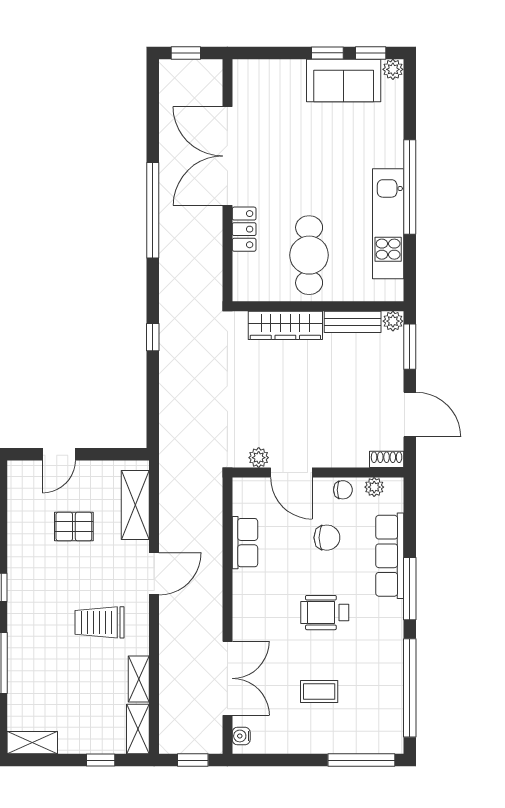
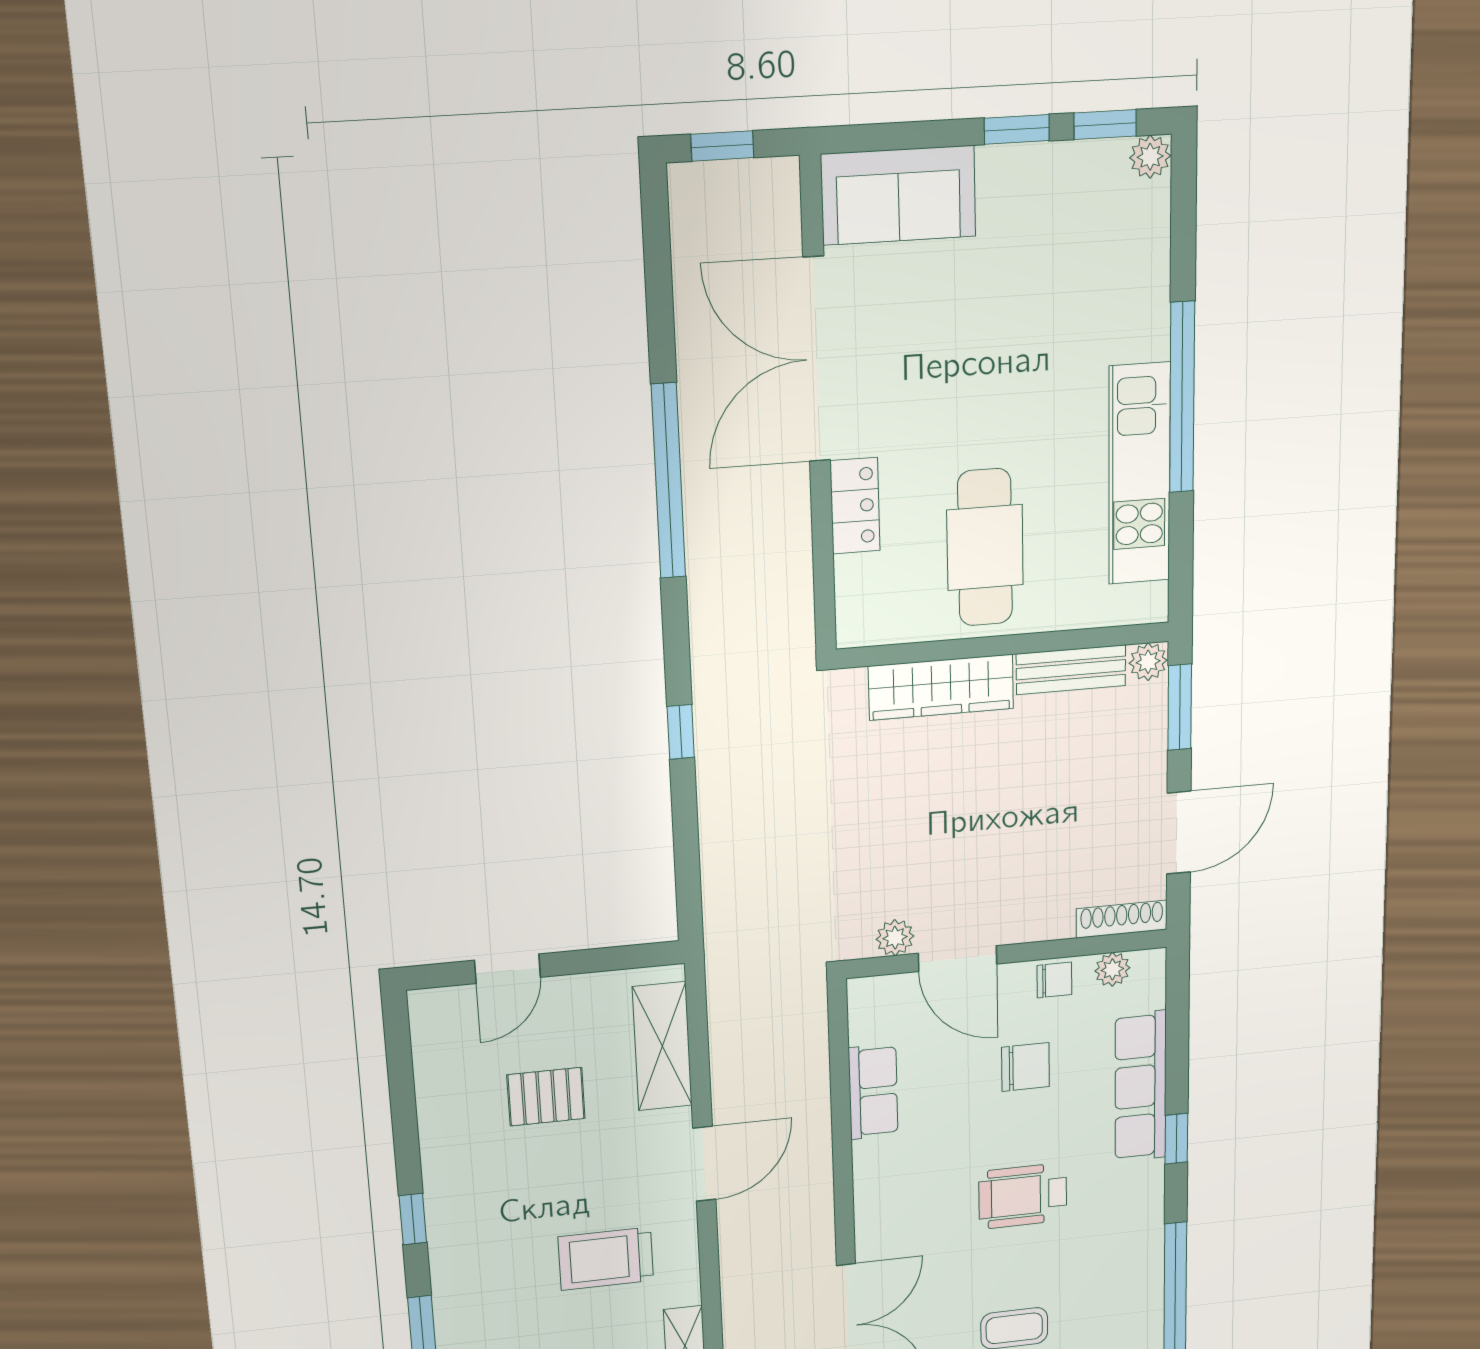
sofa: (344, 80) -> (898, 195), moved
door: (410, 414) -> (1179, 833), hinge flipped
shoe rack: (387, 459) -> (1122, 919), width x1.43
window: (410, 589) -> (1176, 1139), width x0.46

